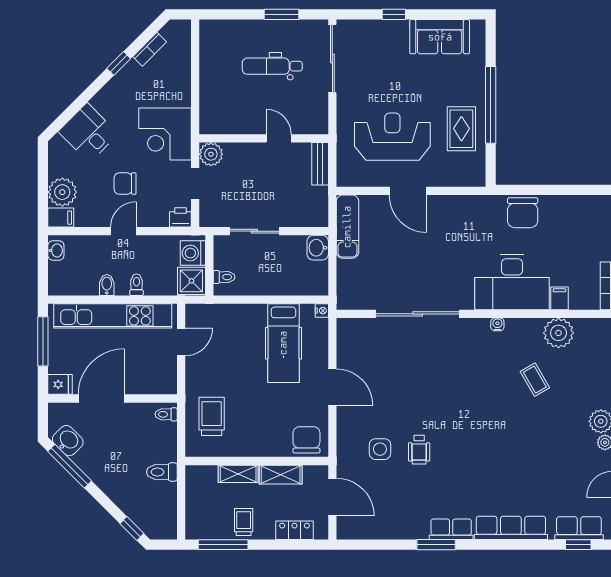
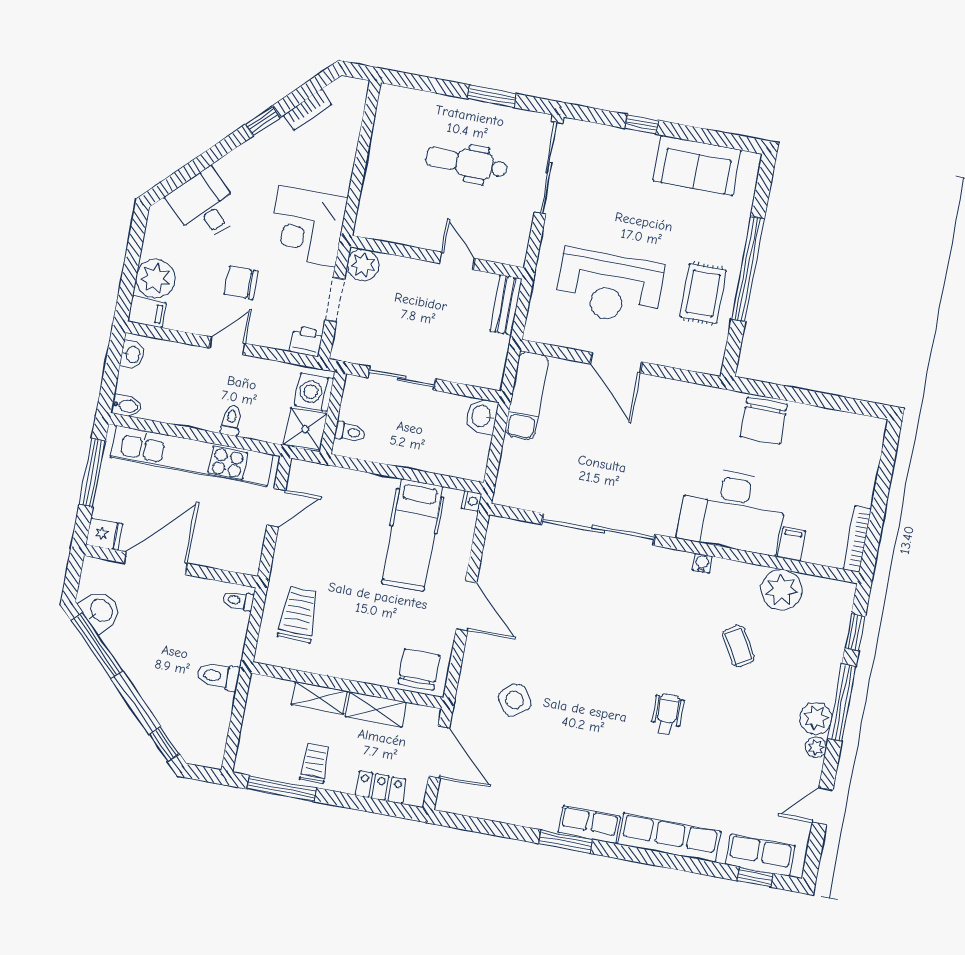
reception desk: (392, 137) -> (609, 287), turned 180
bidet: (107, 285) -> (126, 406), moved, turned 90
side table: (380, 449) -> (515, 700), turned -36
wheelchair: (419, 450) -> (667, 714), moved, turned 180

